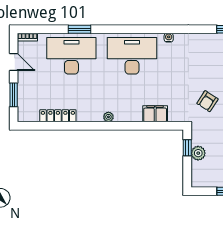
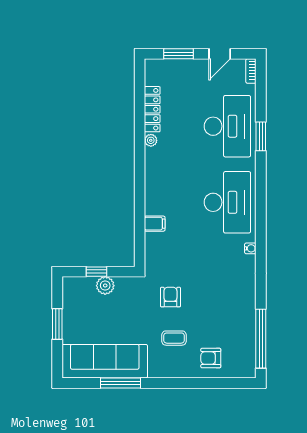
armchair: (207, 101) -> (170, 297), turned 57
filing cabinet: (155, 114) -> (155, 224), width x0.50
plant: (108, 117) -> (151, 140), moved
window: (187, 148) -> (96, 272), moved

